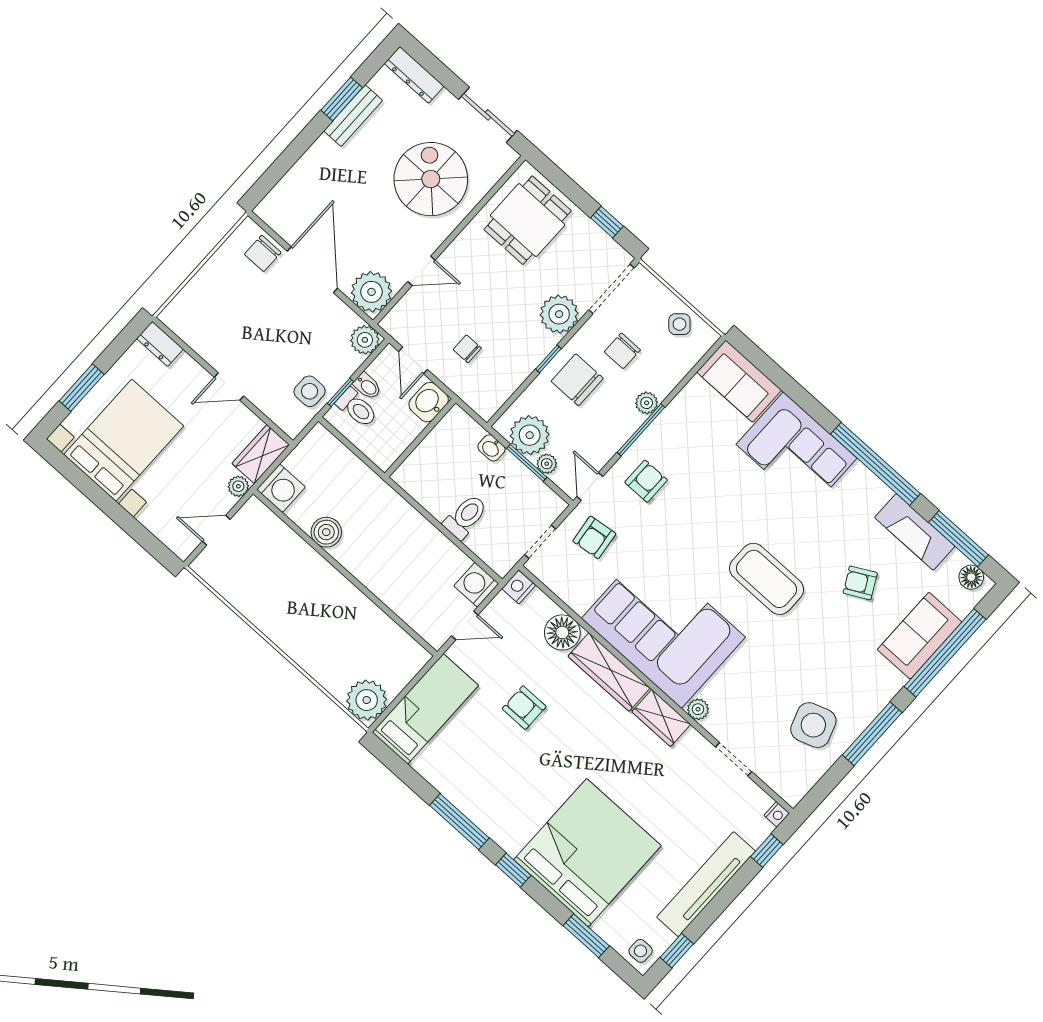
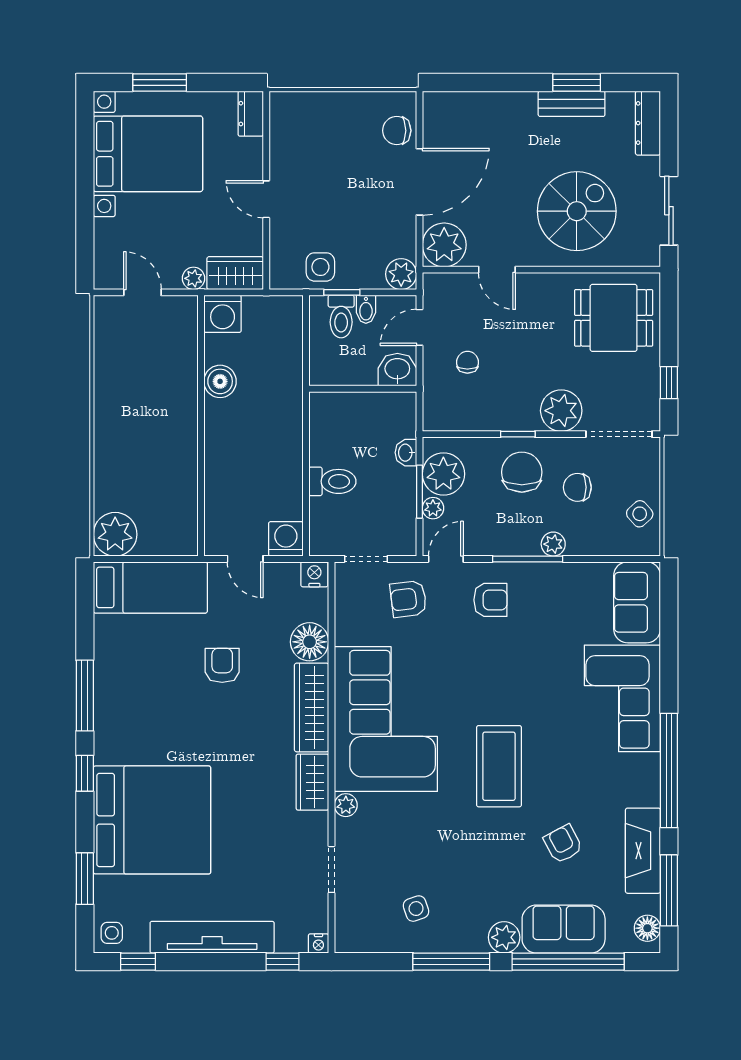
plant: (888, 682) -> (504, 937), added
side table: (813, 725) -> (416, 909), width x0.54, depth x0.54

